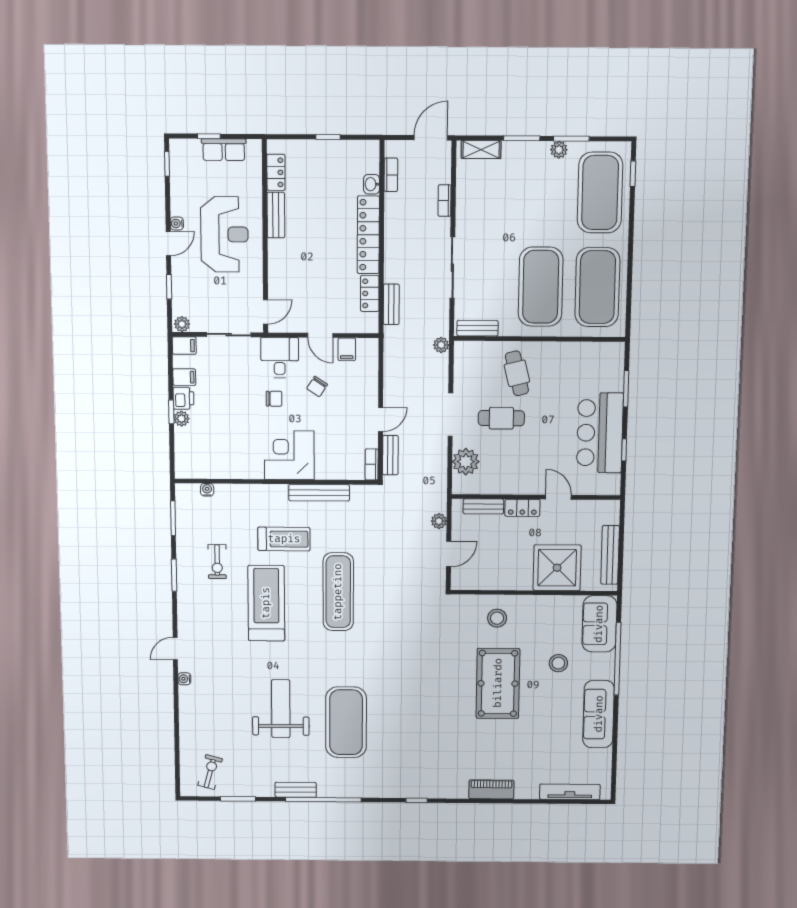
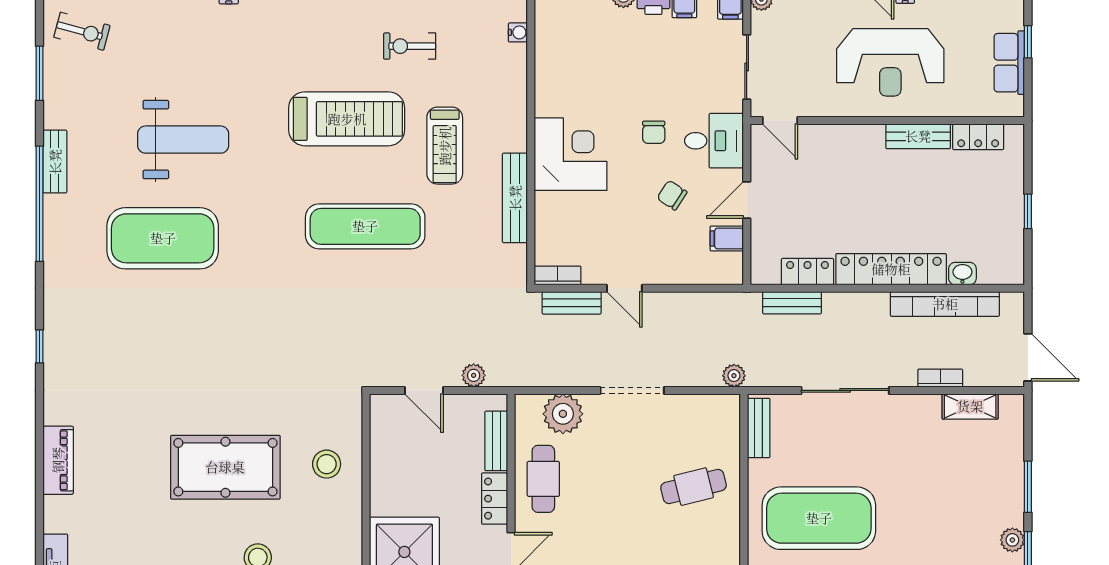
shelving: (481, 150) -> (970, 406), moved, turned 90
bookcase: (391, 175) -> (945, 304), width x2.31, depth x1.31
cafe table: (501, 418) -> (543, 479), moved

